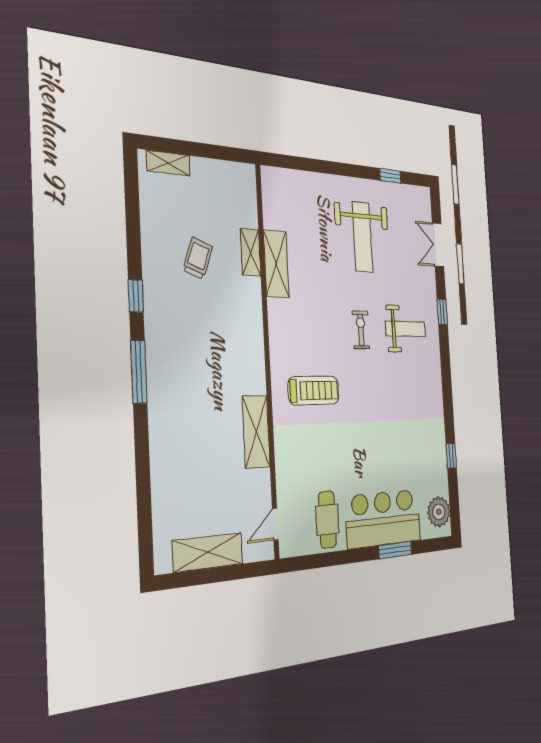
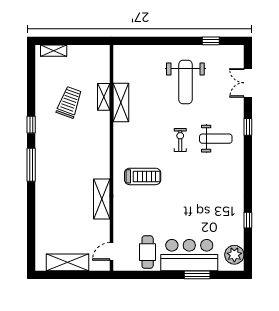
trolley: (198, 258) -> (69, 102), width x1.36, depth x1.39

